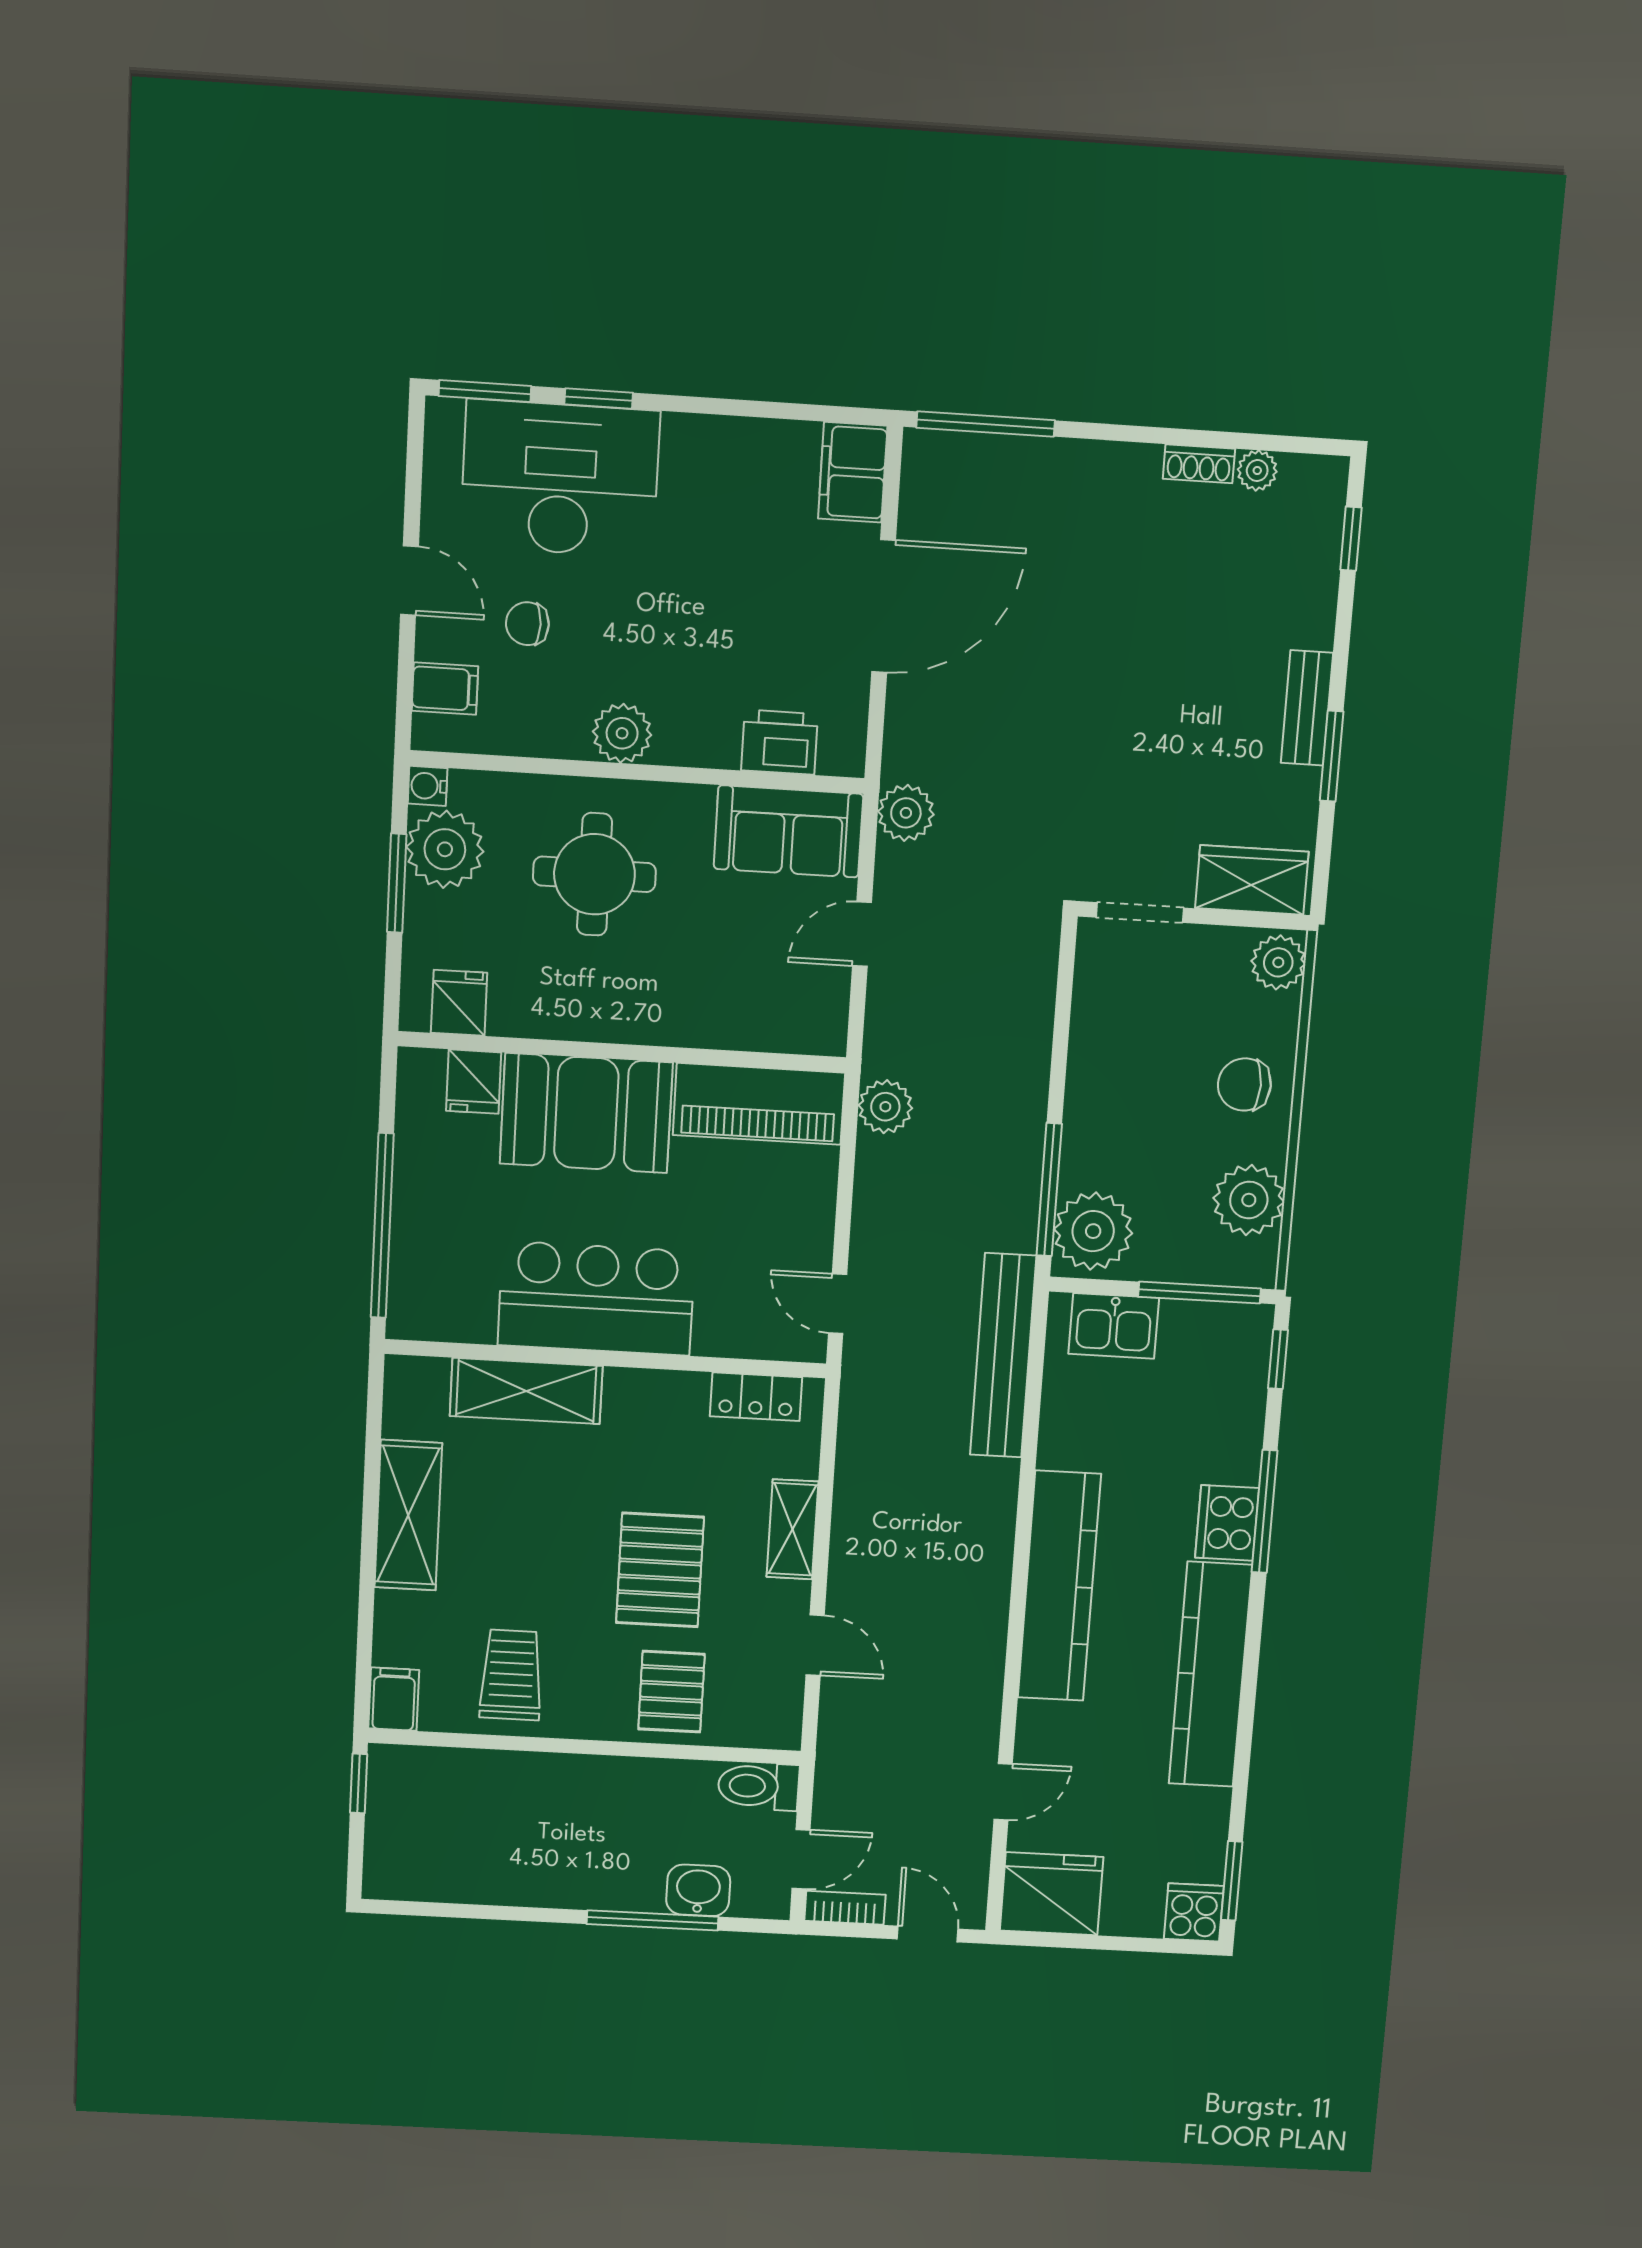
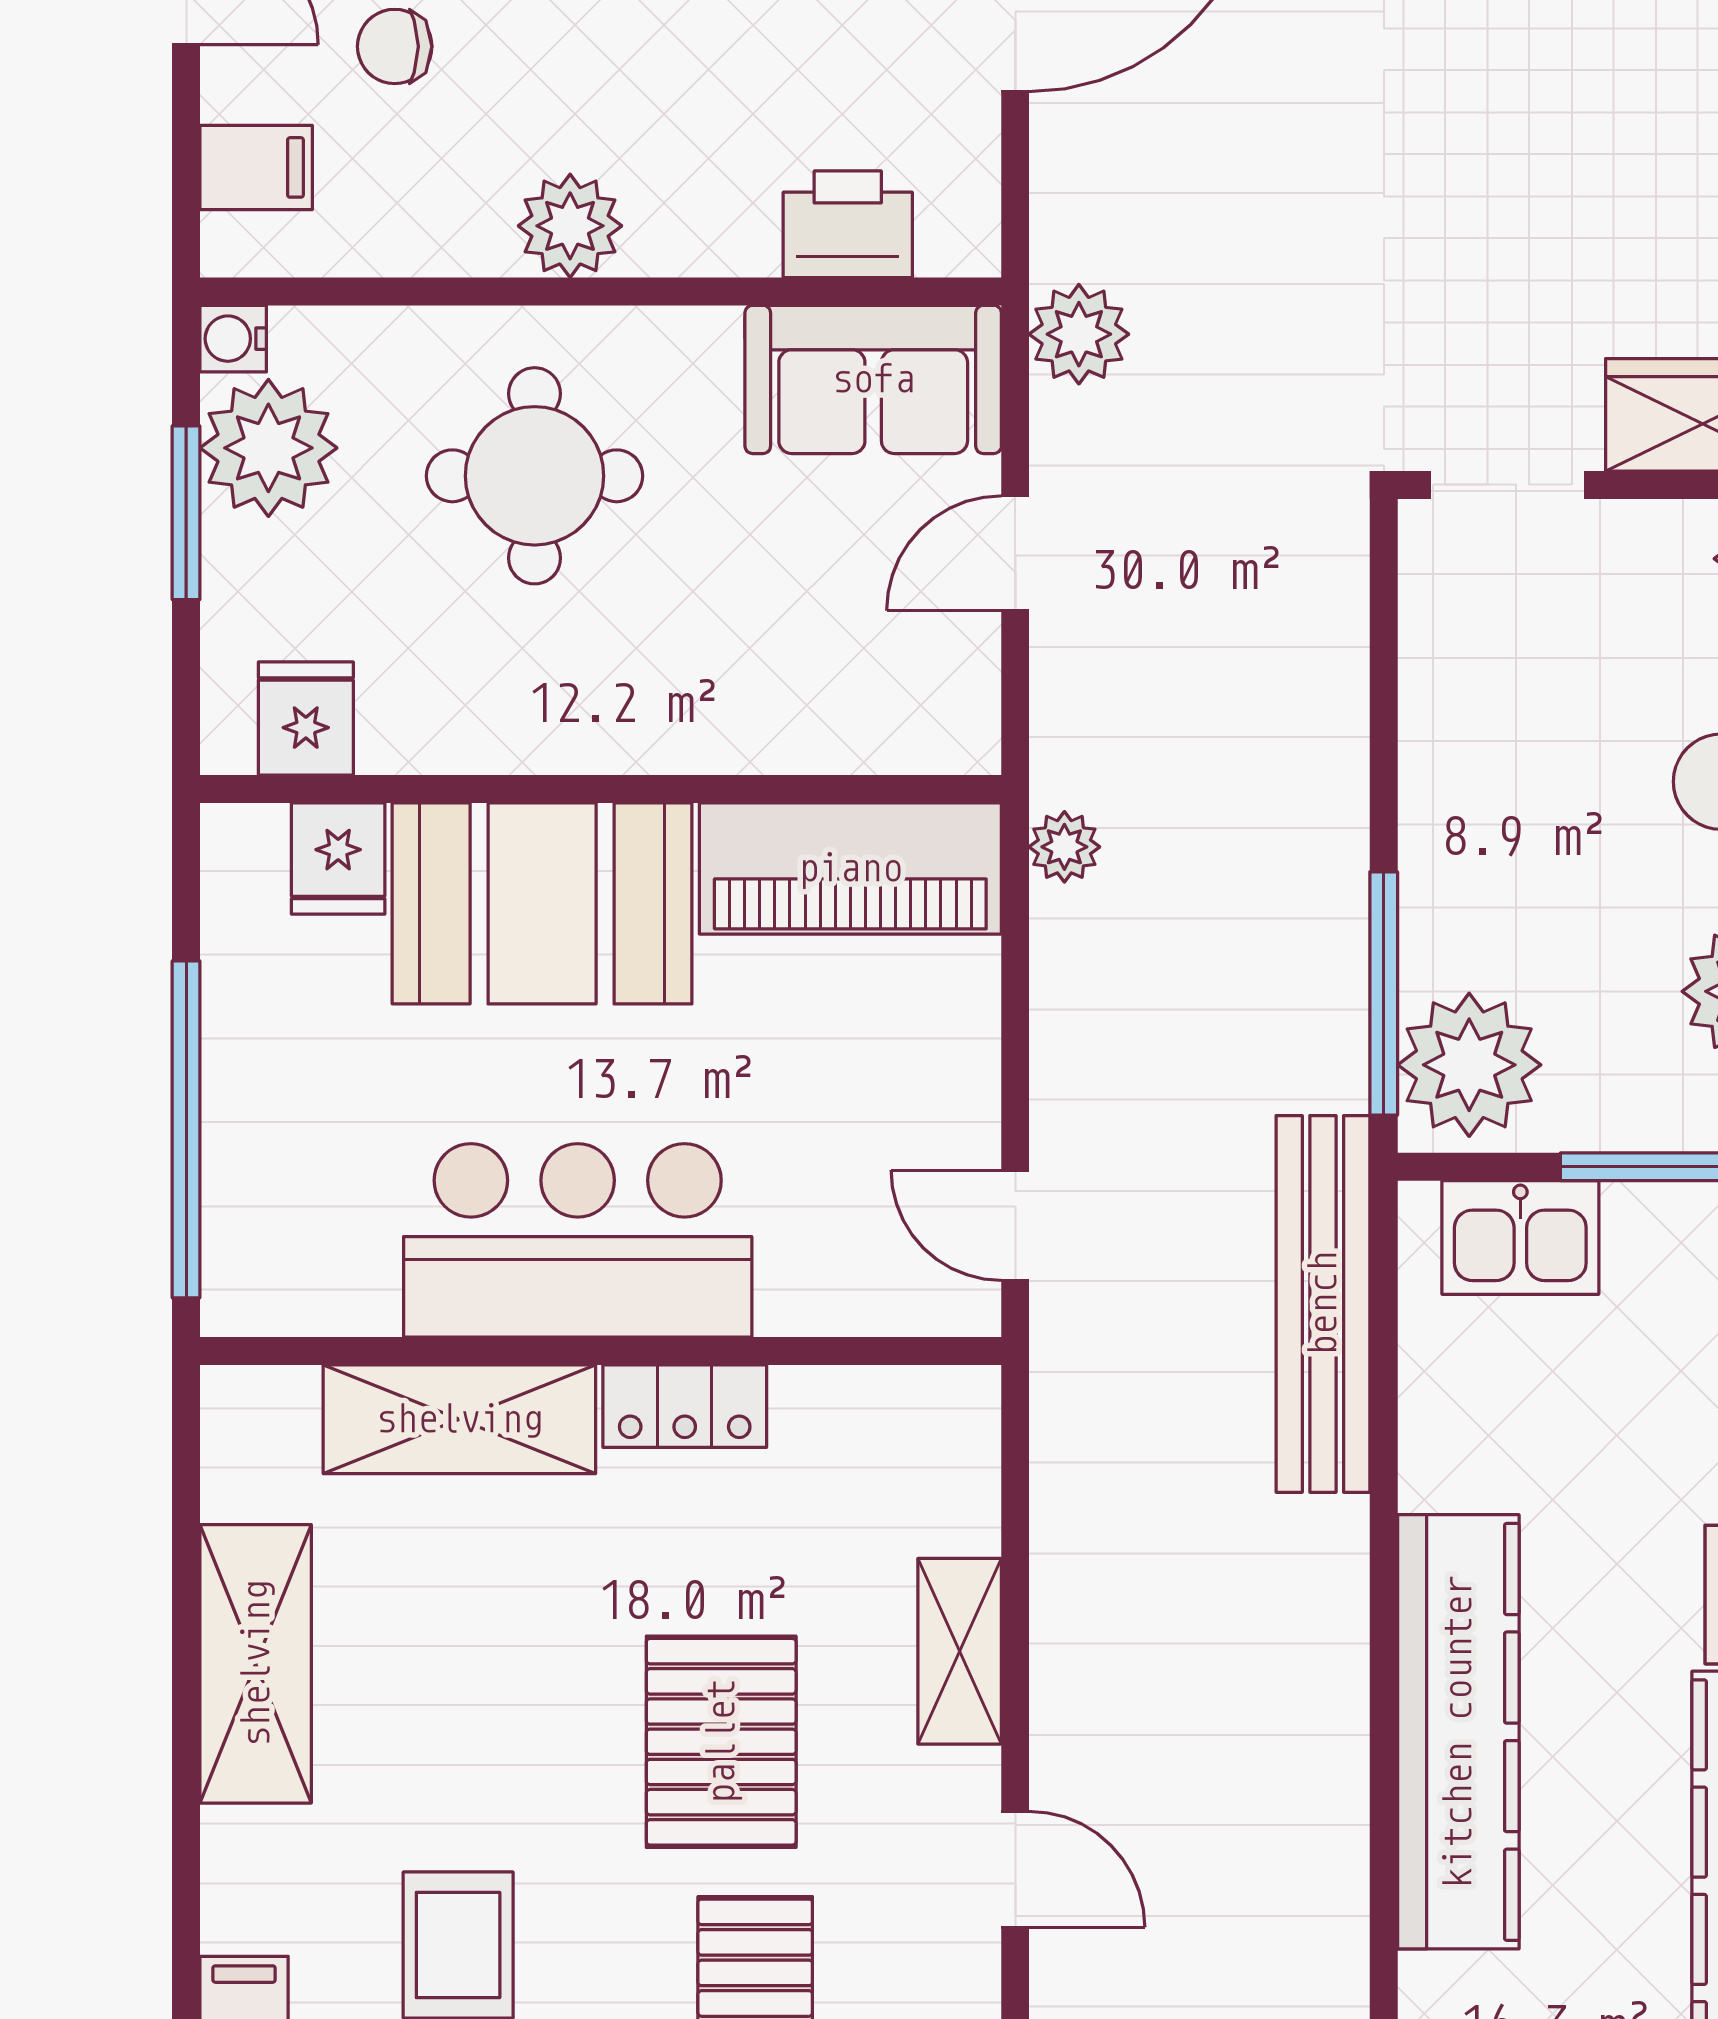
plant: (885, 1107) -> (1064, 847), width x0.73, depth x0.73
locker: (756, 1397) -> (685, 1406), moved

